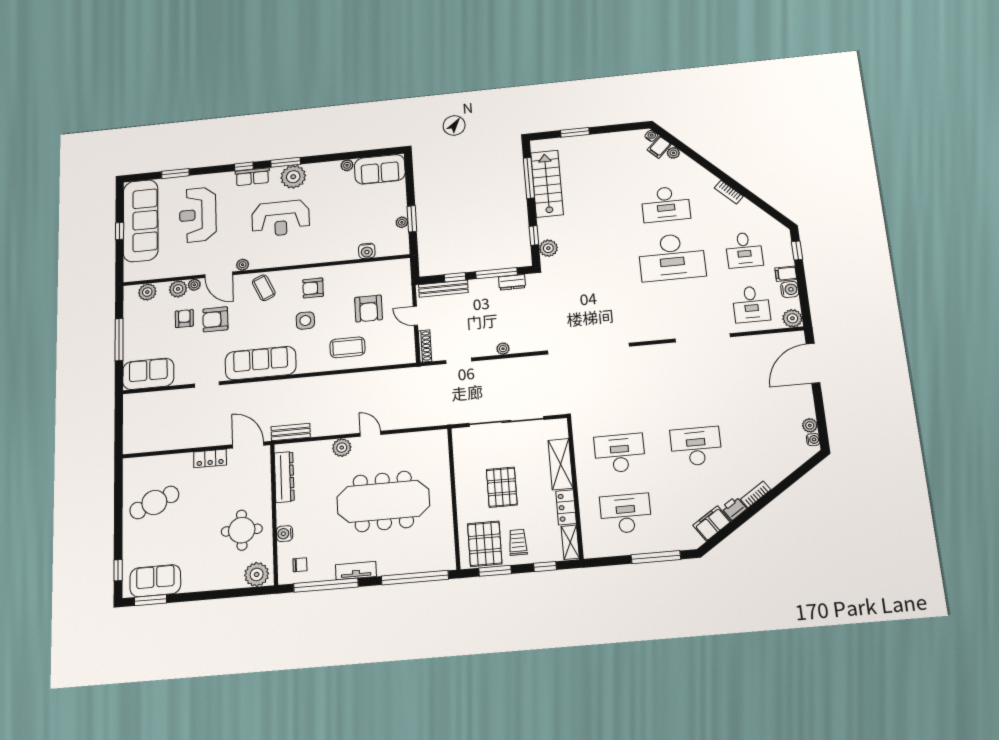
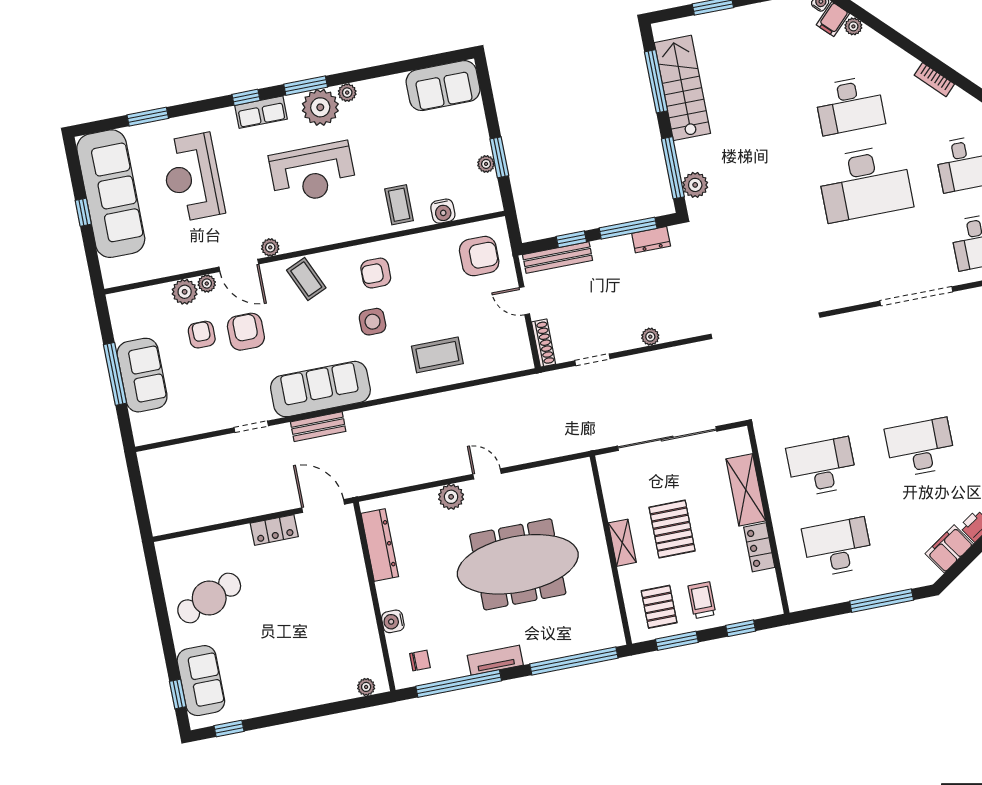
plant: (347, 165) -> (347, 93), moved
window: (534, 236) -> (673, 168), width x2.17
coffee table: (337, 244) -> (399, 205), added
plant: (147, 292) -> (141, 300), removed
armchair: (369, 309) -> (479, 256), moved, turned -90
armchair: (215, 319) -> (246, 332), turned 90
sofa: (148, 374) -> (142, 375), moved, turned 90
bench: (291, 432) -> (318, 427), moved
round table: (242, 530) -> (335, 623), removed
shelving: (570, 542) -> (622, 543), moved
pallet: (485, 544) -> (659, 607), width x0.67, depth x0.71
plant: (257, 574) -> (366, 687), width x0.53, depth x0.53
sofa: (155, 581) -> (201, 681), moved, turned 90
window: (150, 600) -> (229, 729), width x0.67

